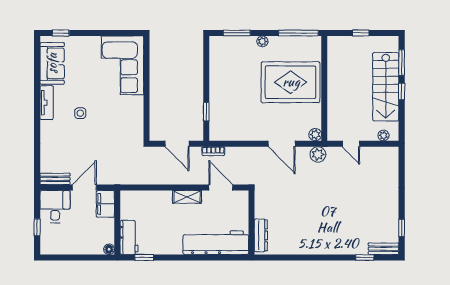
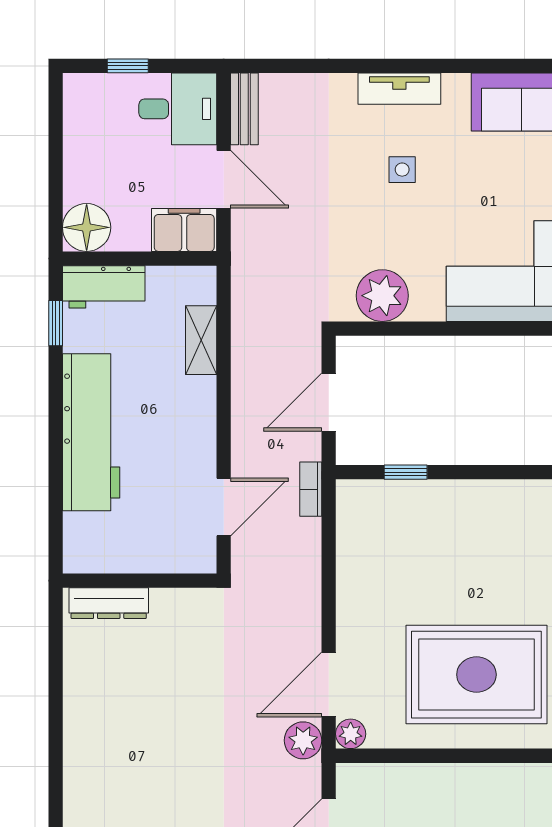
rug: (291, 82) -> (476, 675), turned 90
tv unit: (47, 103) -> (399, 89), moved
plant: (133, 121) -> (382, 296), added
door: (282, 144) -> (329, 684), moved
shelving: (187, 197) -> (201, 340), moved
workbench: (216, 243) -> (91, 432), moved
floor lamp: (109, 249) -> (87, 227), width x1.89, depth x1.89

